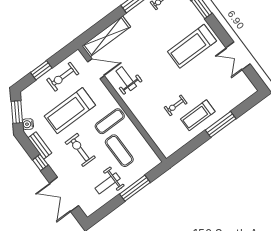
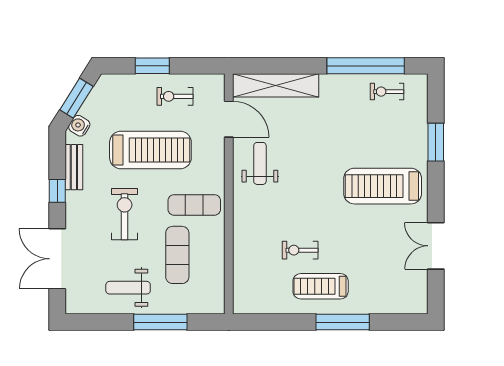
exercise bike: (63, 77) -> (175, 96), width x0.73, depth x0.72
treadmill: (70, 111) -> (150, 150), turned 180

